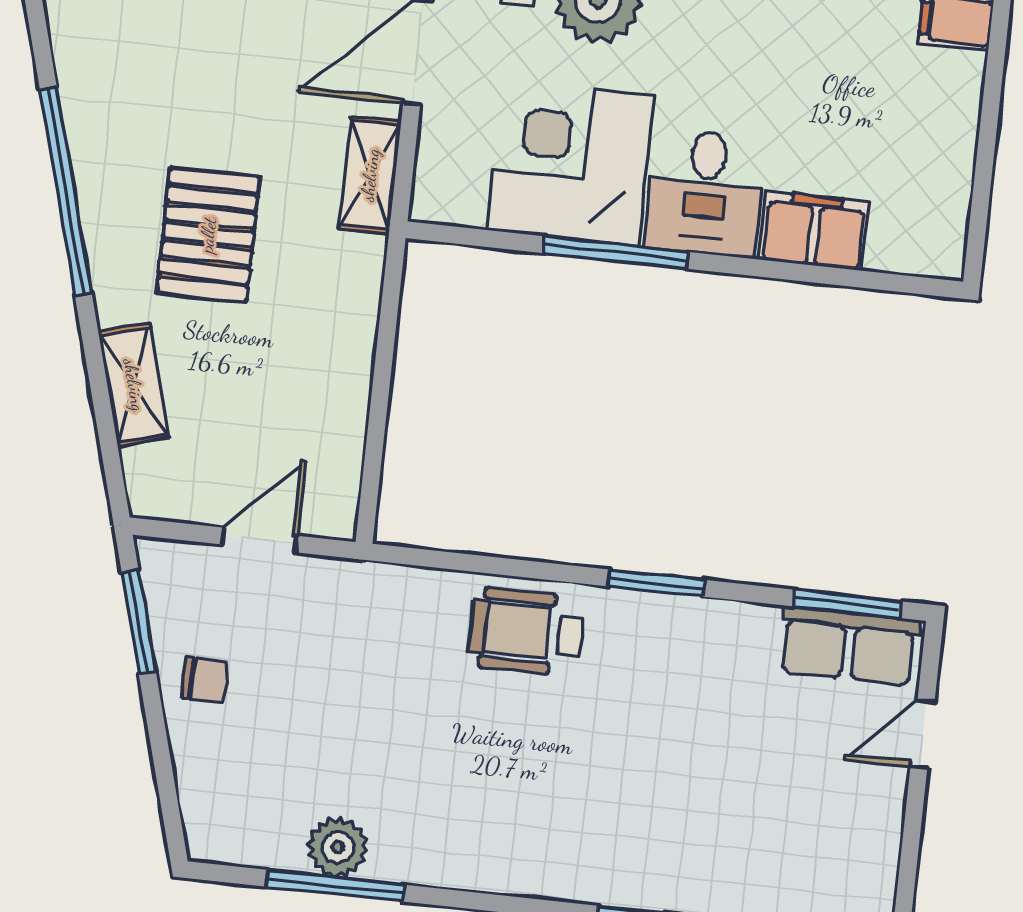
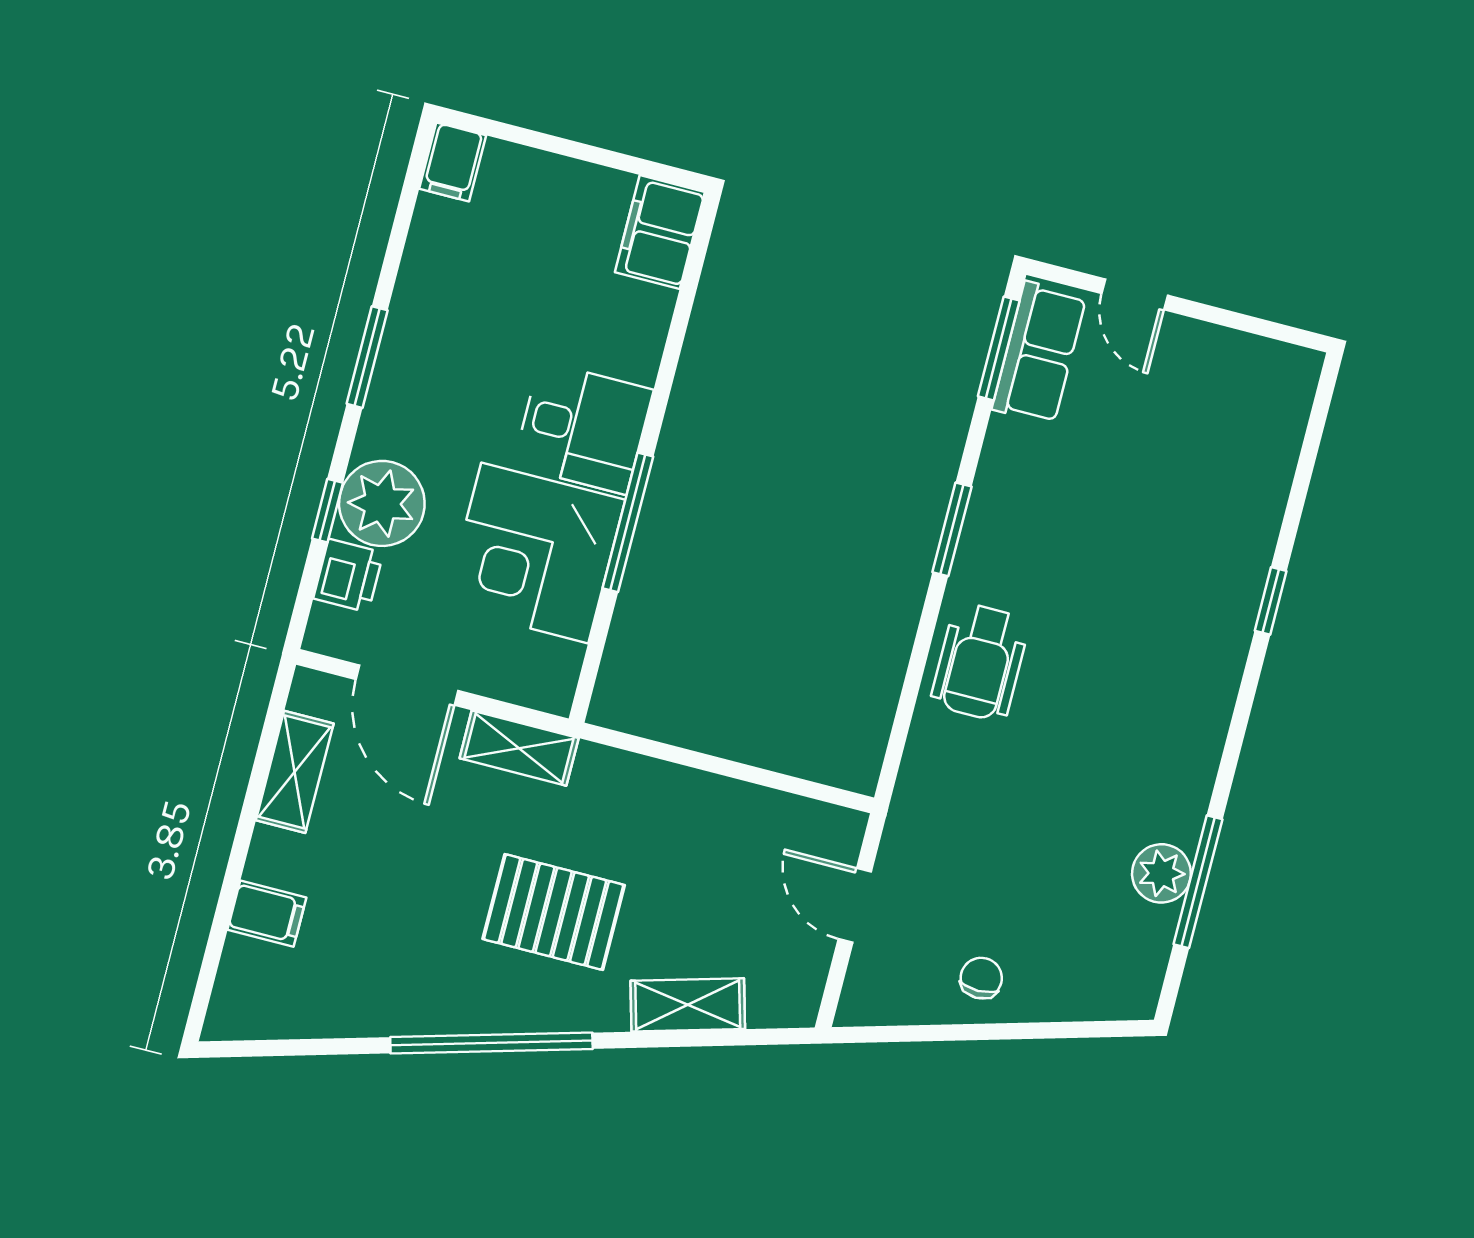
filing cabinet: (814, 231) -> (660, 232), moved
window: (139, 622) -> (916, 1033), removed

